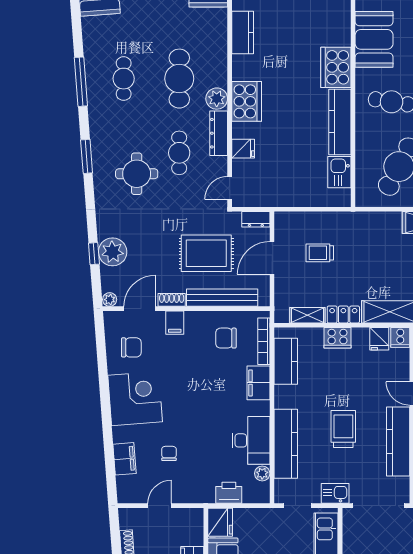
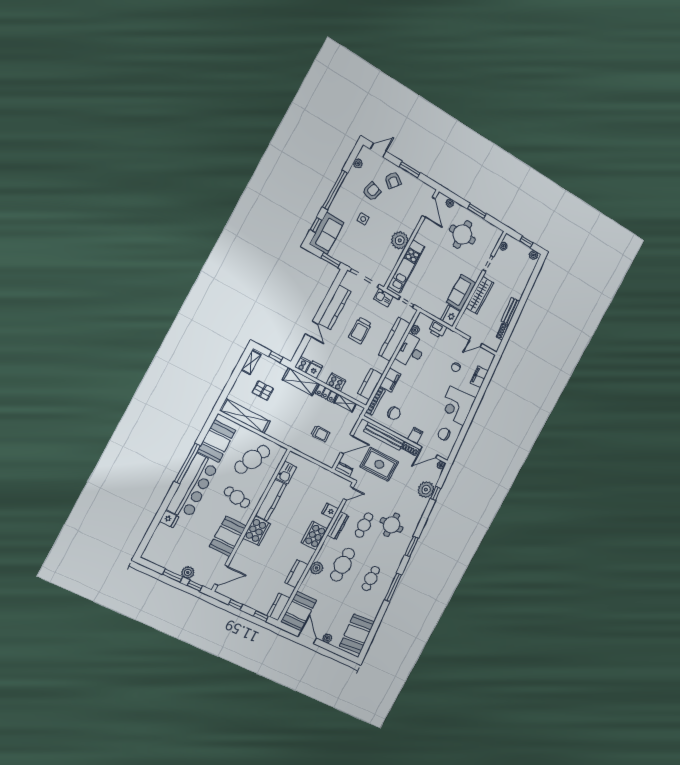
plant: (217, 99) -> (316, 568), moved

